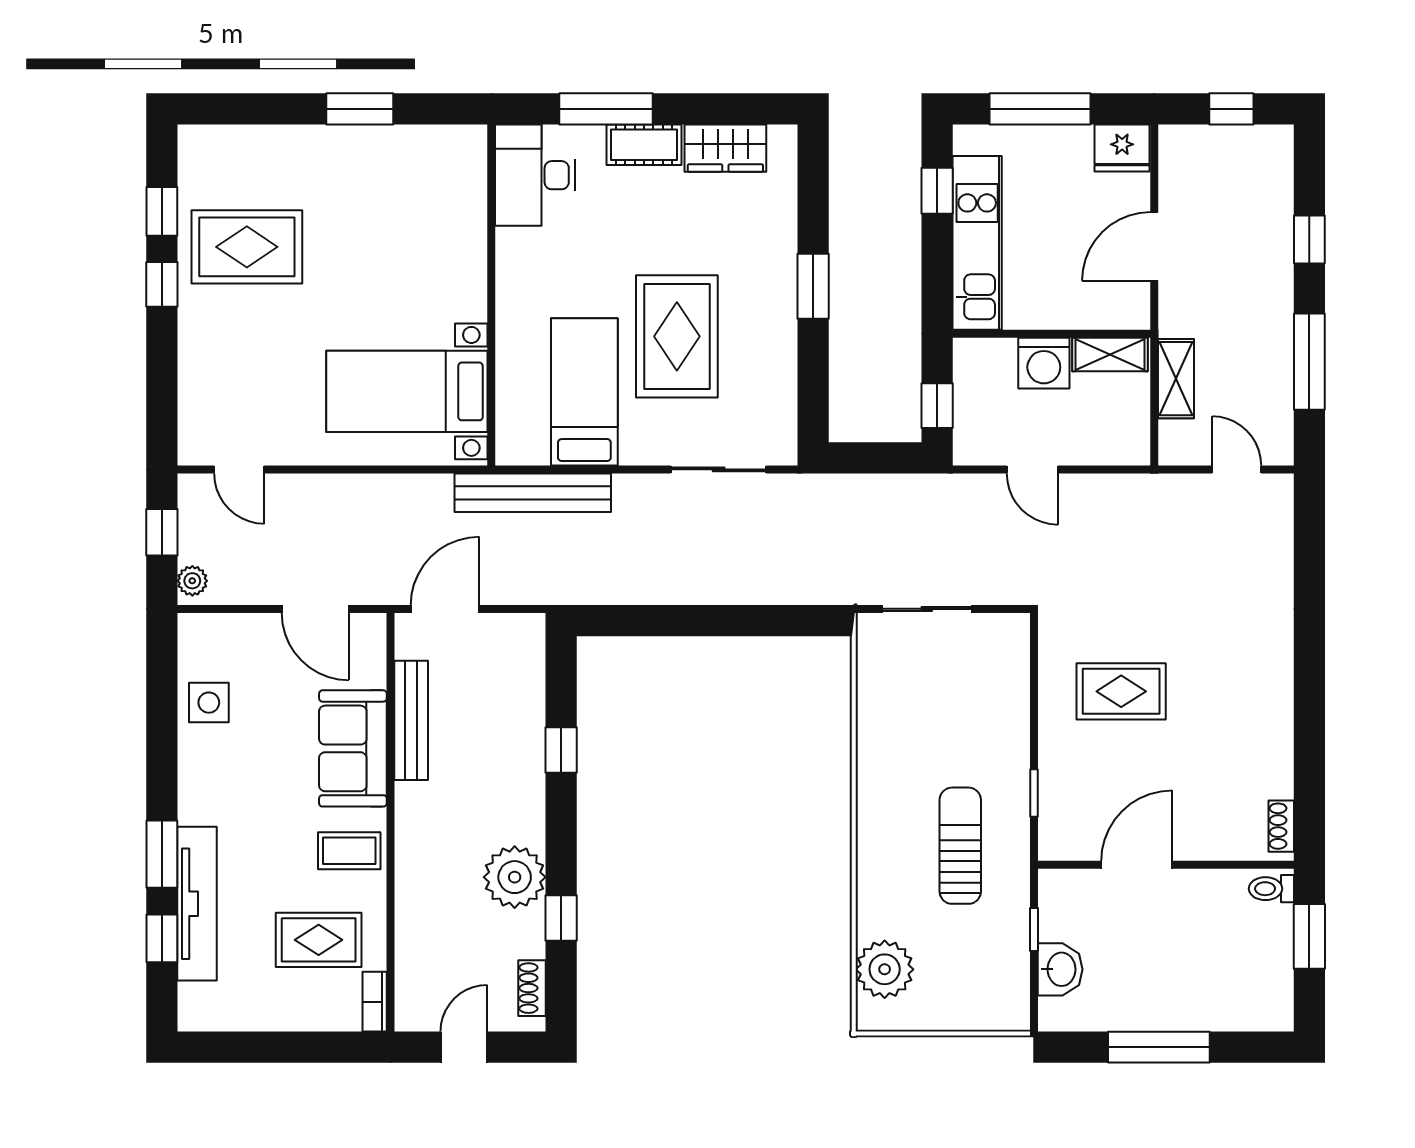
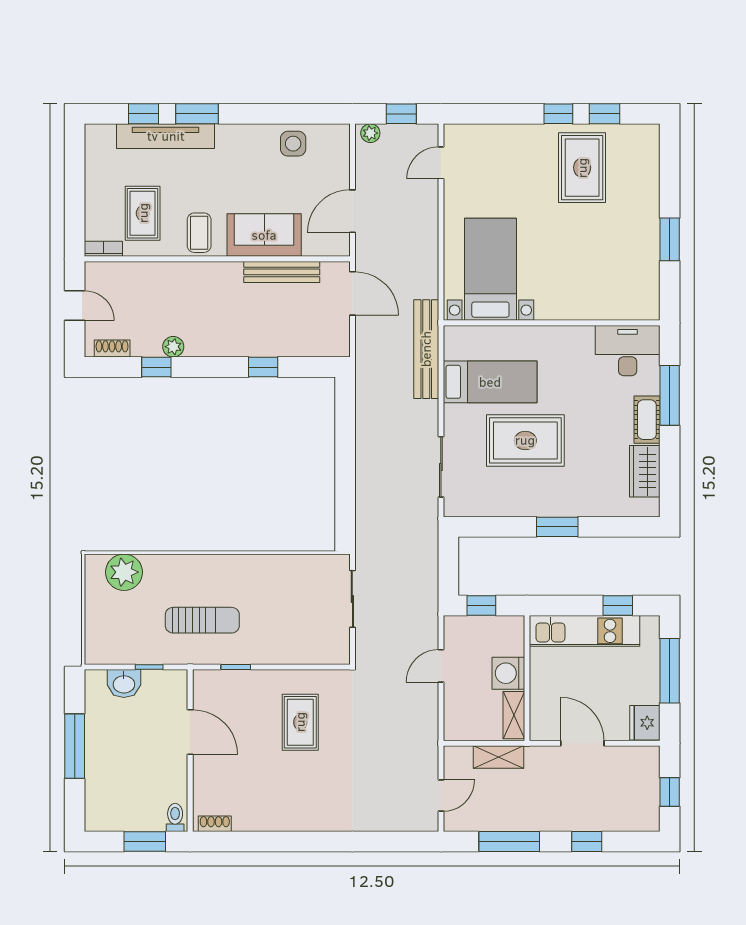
plant: (515, 877) -> (173, 347), width x0.53, depth x0.53

